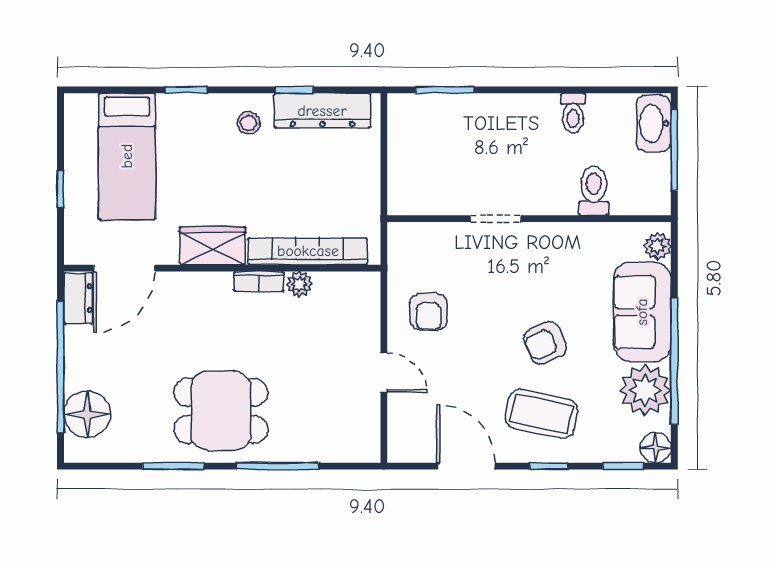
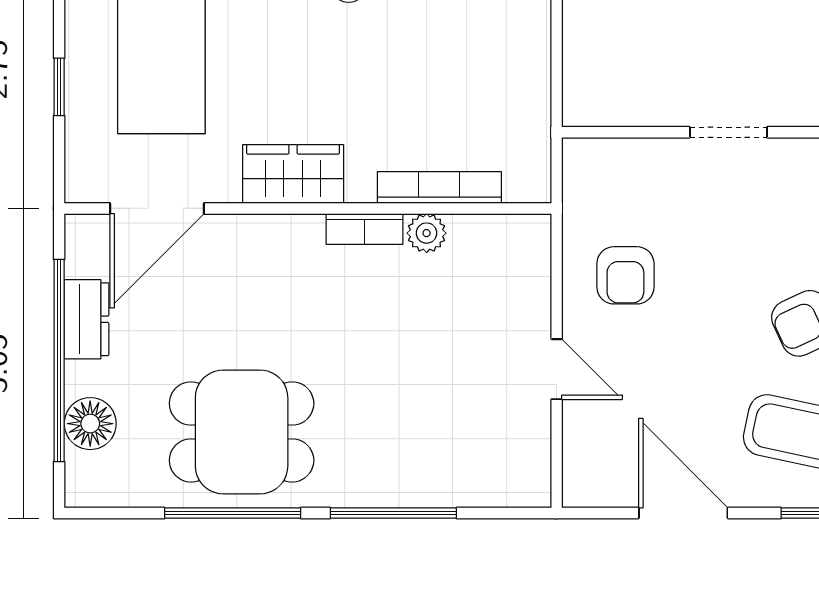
bookcase: (308, 251) -> (439, 187), width x0.68, depth x0.76
dresser: (78, 298) -> (87, 319), moved
dining table: (221, 411) -> (242, 432), moved
floor lamp: (87, 414) -> (90, 424), width x0.73, depth x0.73
window: (173, 466) -> (233, 513), width x1.44

